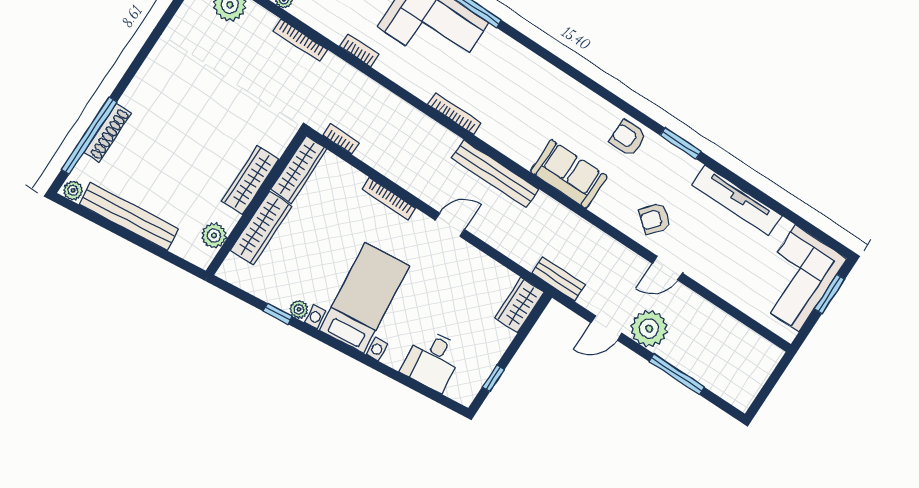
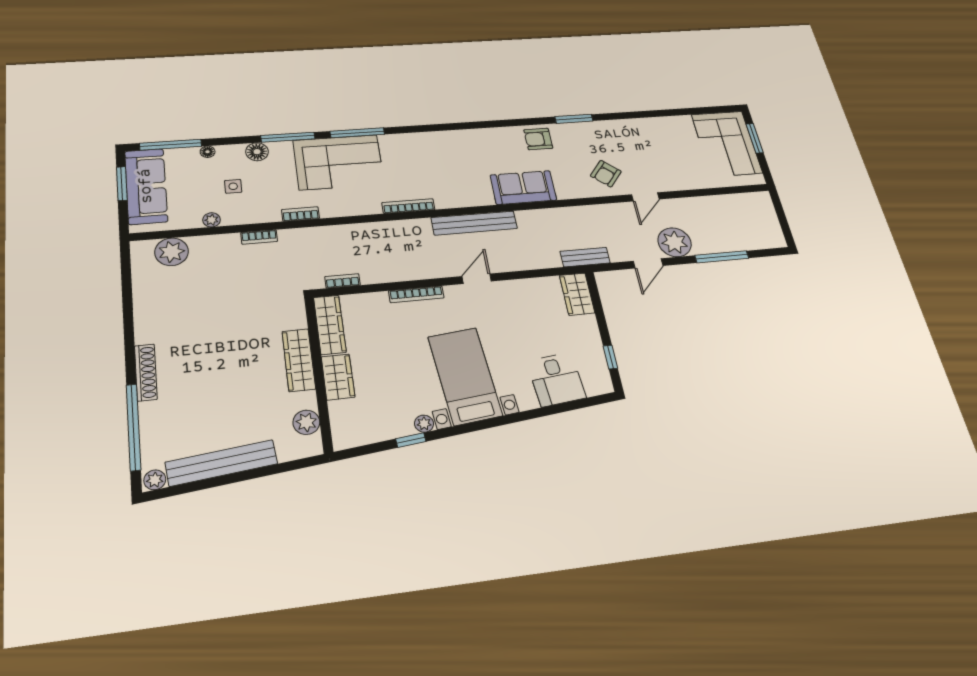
bookcase: (300, 40) -> (259, 237), width x0.64
shoe rack: (108, 133) -> (146, 372), moved
tv unit: (737, 200) -> (643, 126), removed
wardrobe: (261, 228) -> (338, 377), width x0.67

